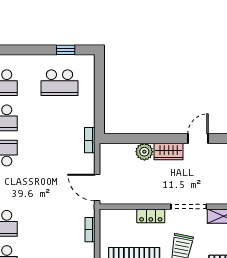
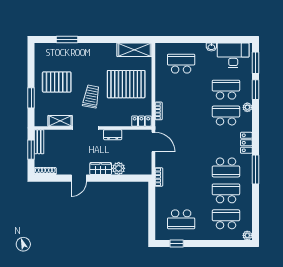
school desk: (60, 83) -> (181, 219), turned 180
dresser: (152, 197) -> (113, 135), added
locker: (151, 216) -> (141, 121), moved

